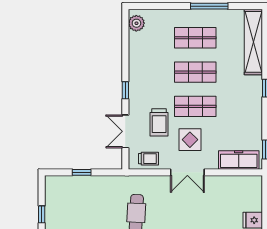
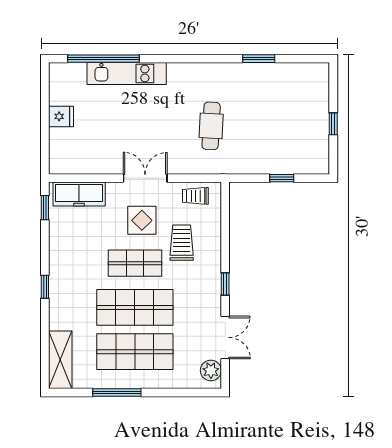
shop shelf: (195, 38) -> (135, 352), width x1.43, depth x1.36
shelving: (253, 42) -> (60, 360), width x0.68
shop shelf: (195, 72) -> (135, 307), width x1.43, depth x1.36
double door: (125, 131) -> (225, 337), moved

